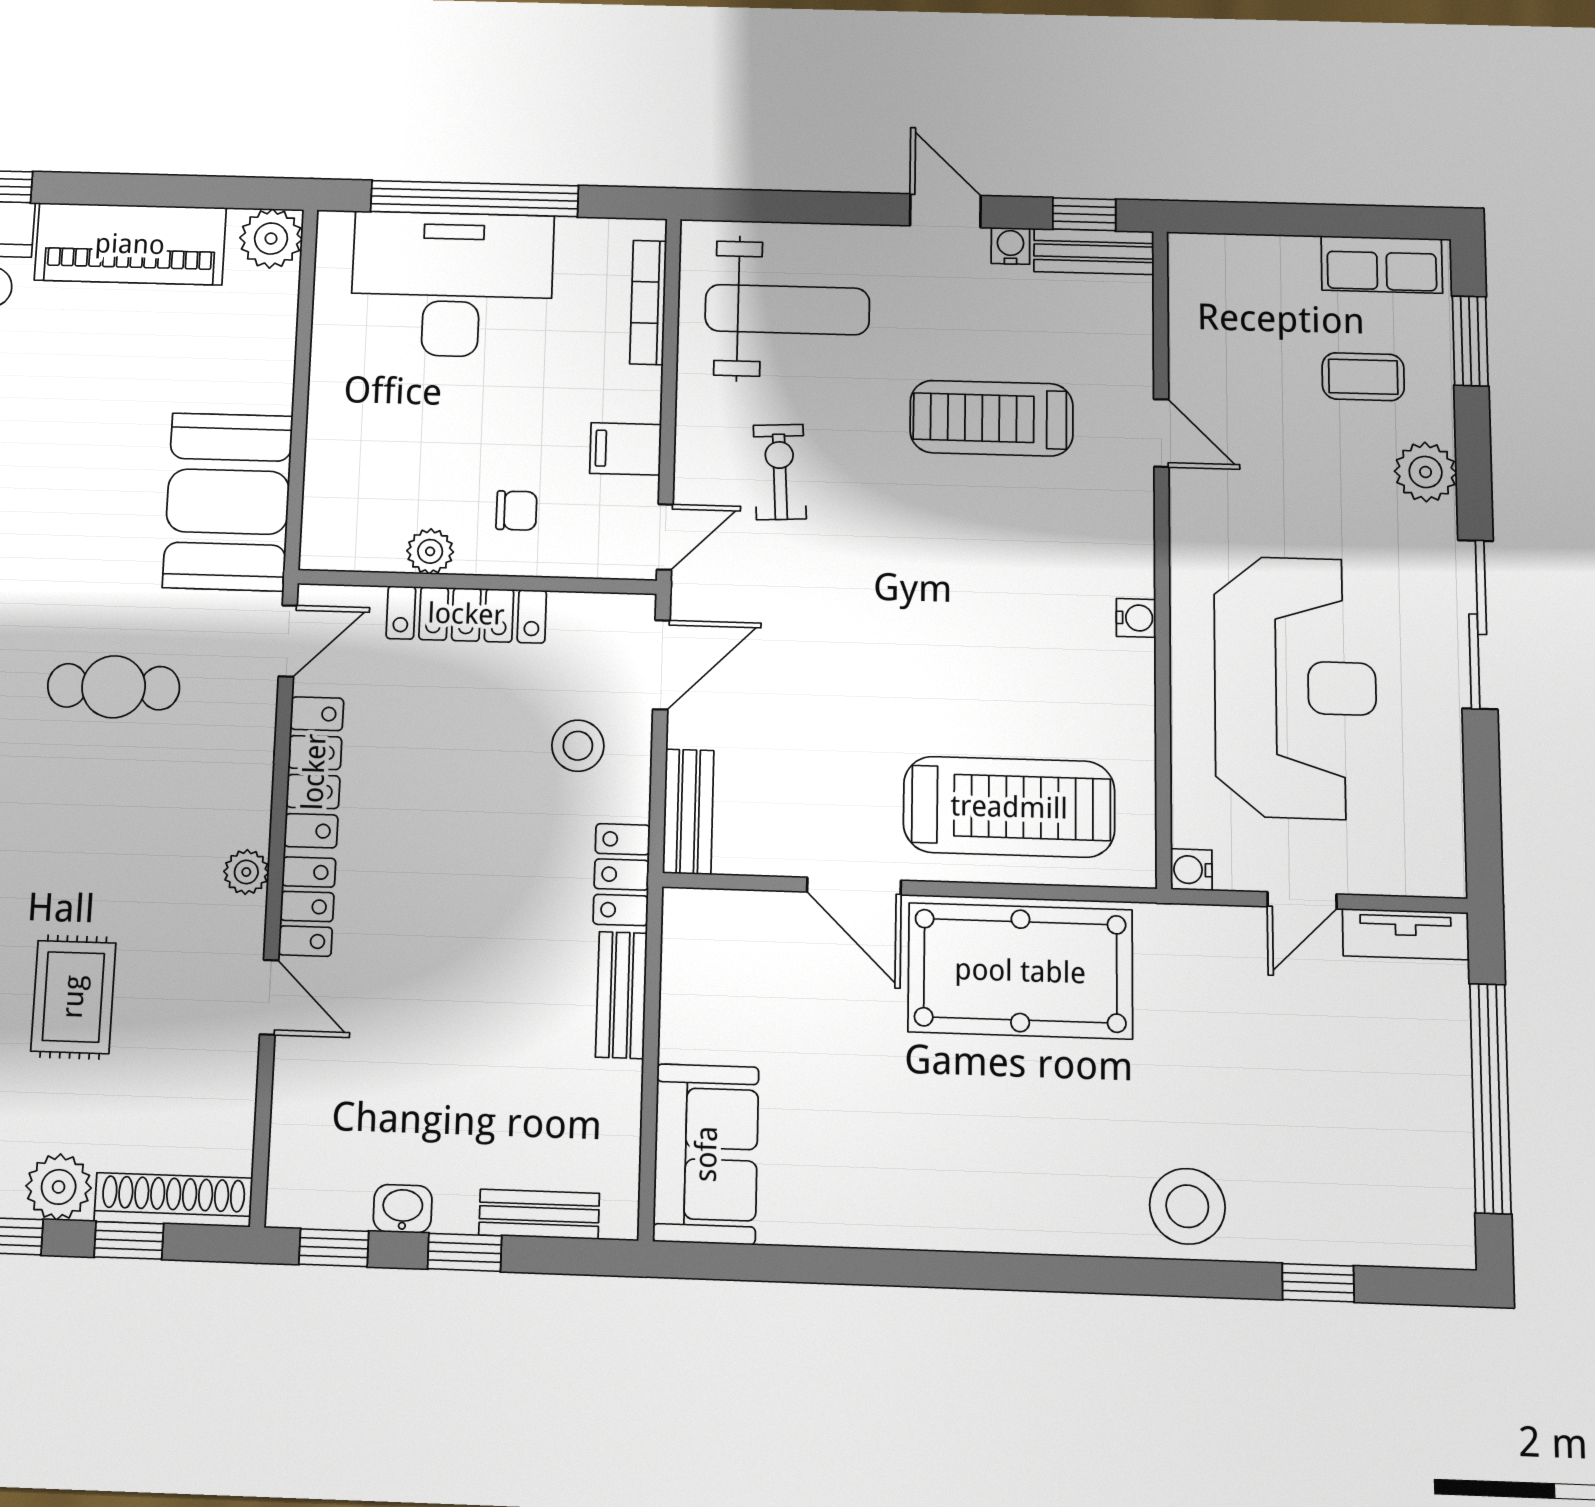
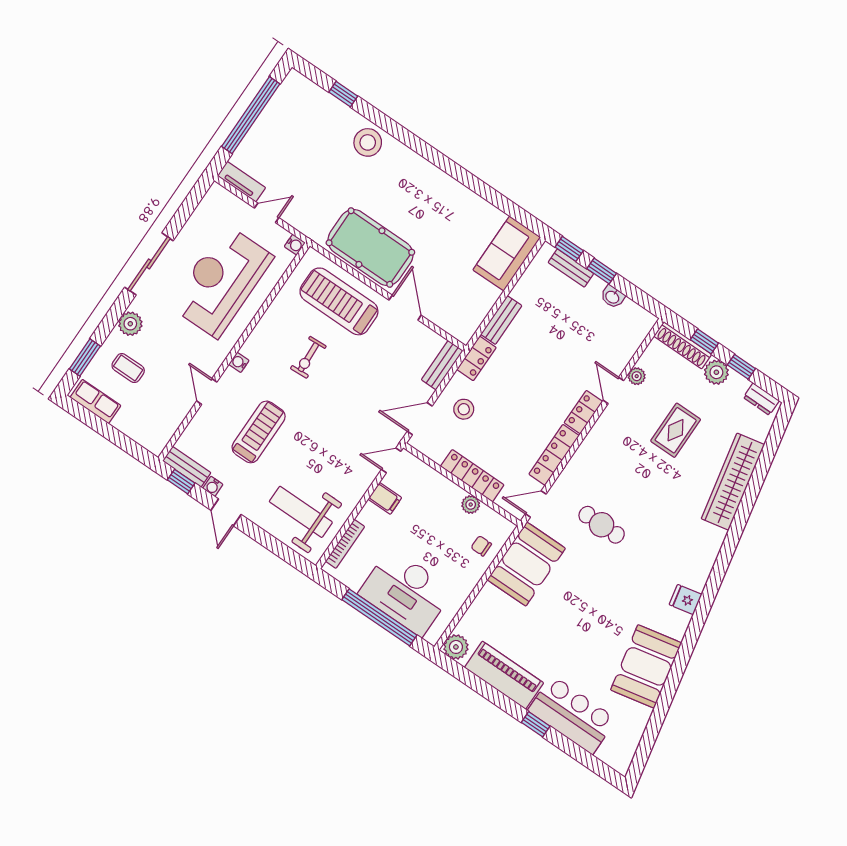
treadmill: (991, 418) -> (259, 432), turned -90
exercise bike: (780, 472) -> (308, 357), moved
chair: (516, 511) -> (481, 546), moved
water cooler: (1136, 618) -> (239, 362), moved
plant: (246, 872) -> (637, 376), moved
window: (334, 1248) -> (569, 249), moved

